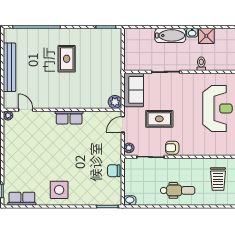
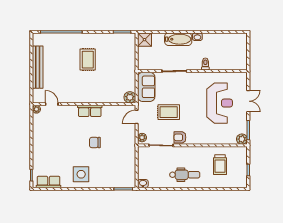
shower: (206, 36) -> (144, 40), moved
chair: (114, 171) -> (95, 143), moved

